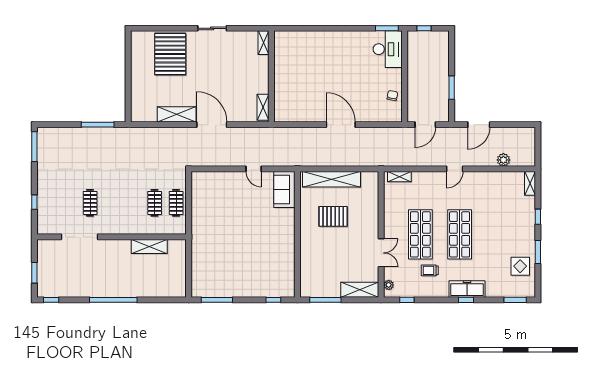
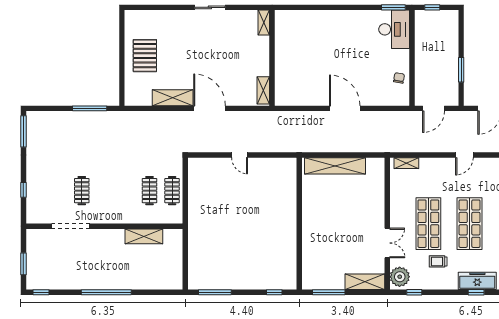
pallet: (170, 54) -> (145, 56), moved, width x0.73, depth x0.71
door: (254, 169) -> (240, 155), moved
sofa: (284, 189) -> (286, 177), removed
pallet: (333, 216) -> (337, 205), removed
plant: (389, 285) -> (400, 277), width x1.87, depth x1.87

